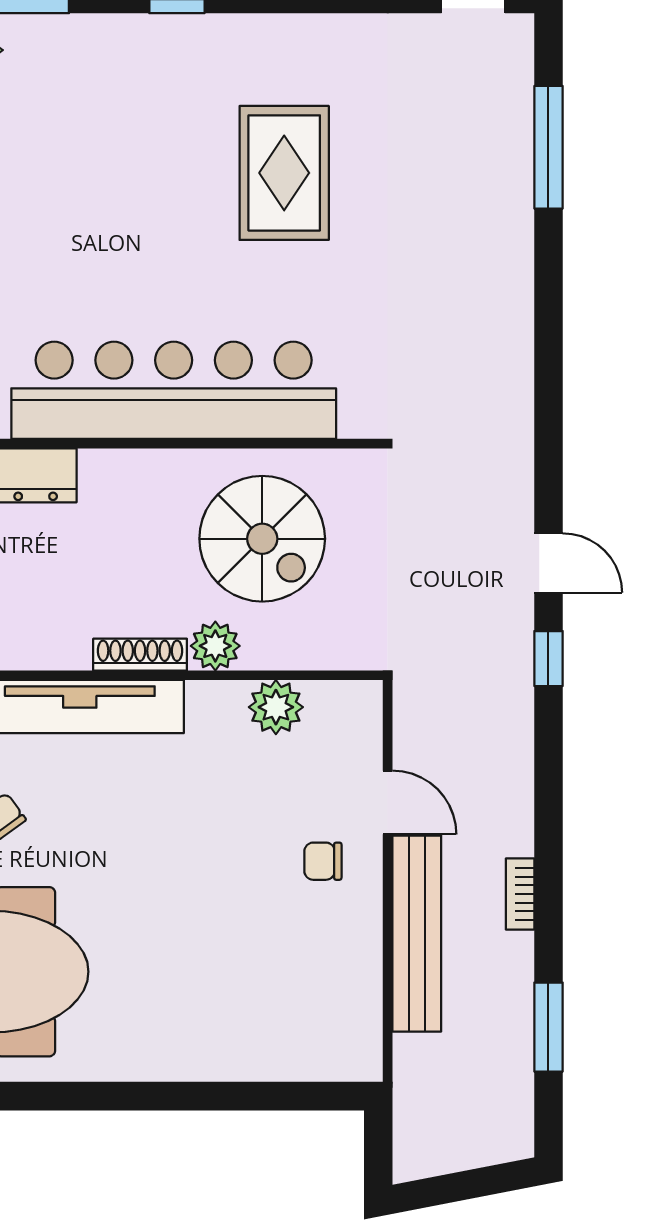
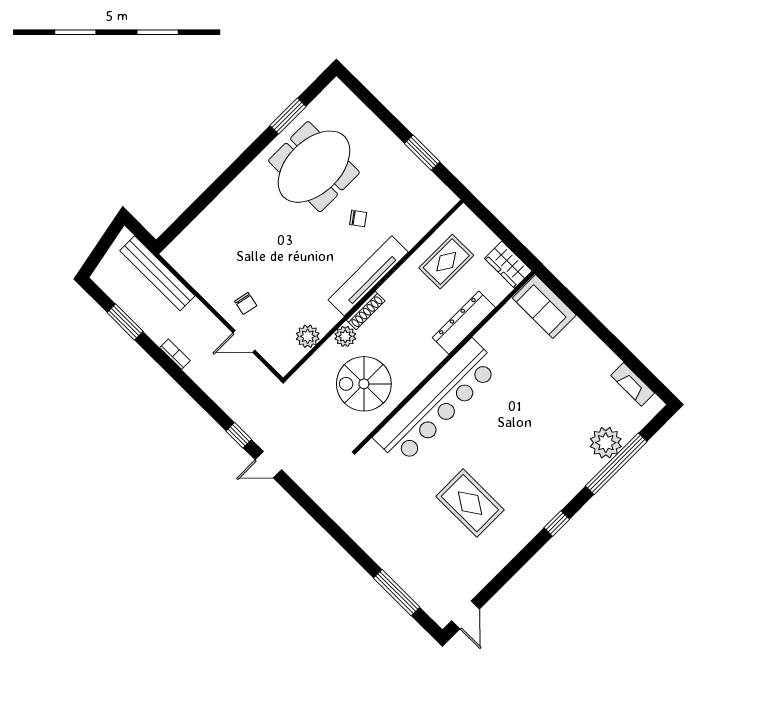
chair: (323, 861) -> (246, 303), turned 102
bench: (417, 934) -> (157, 273), moved

